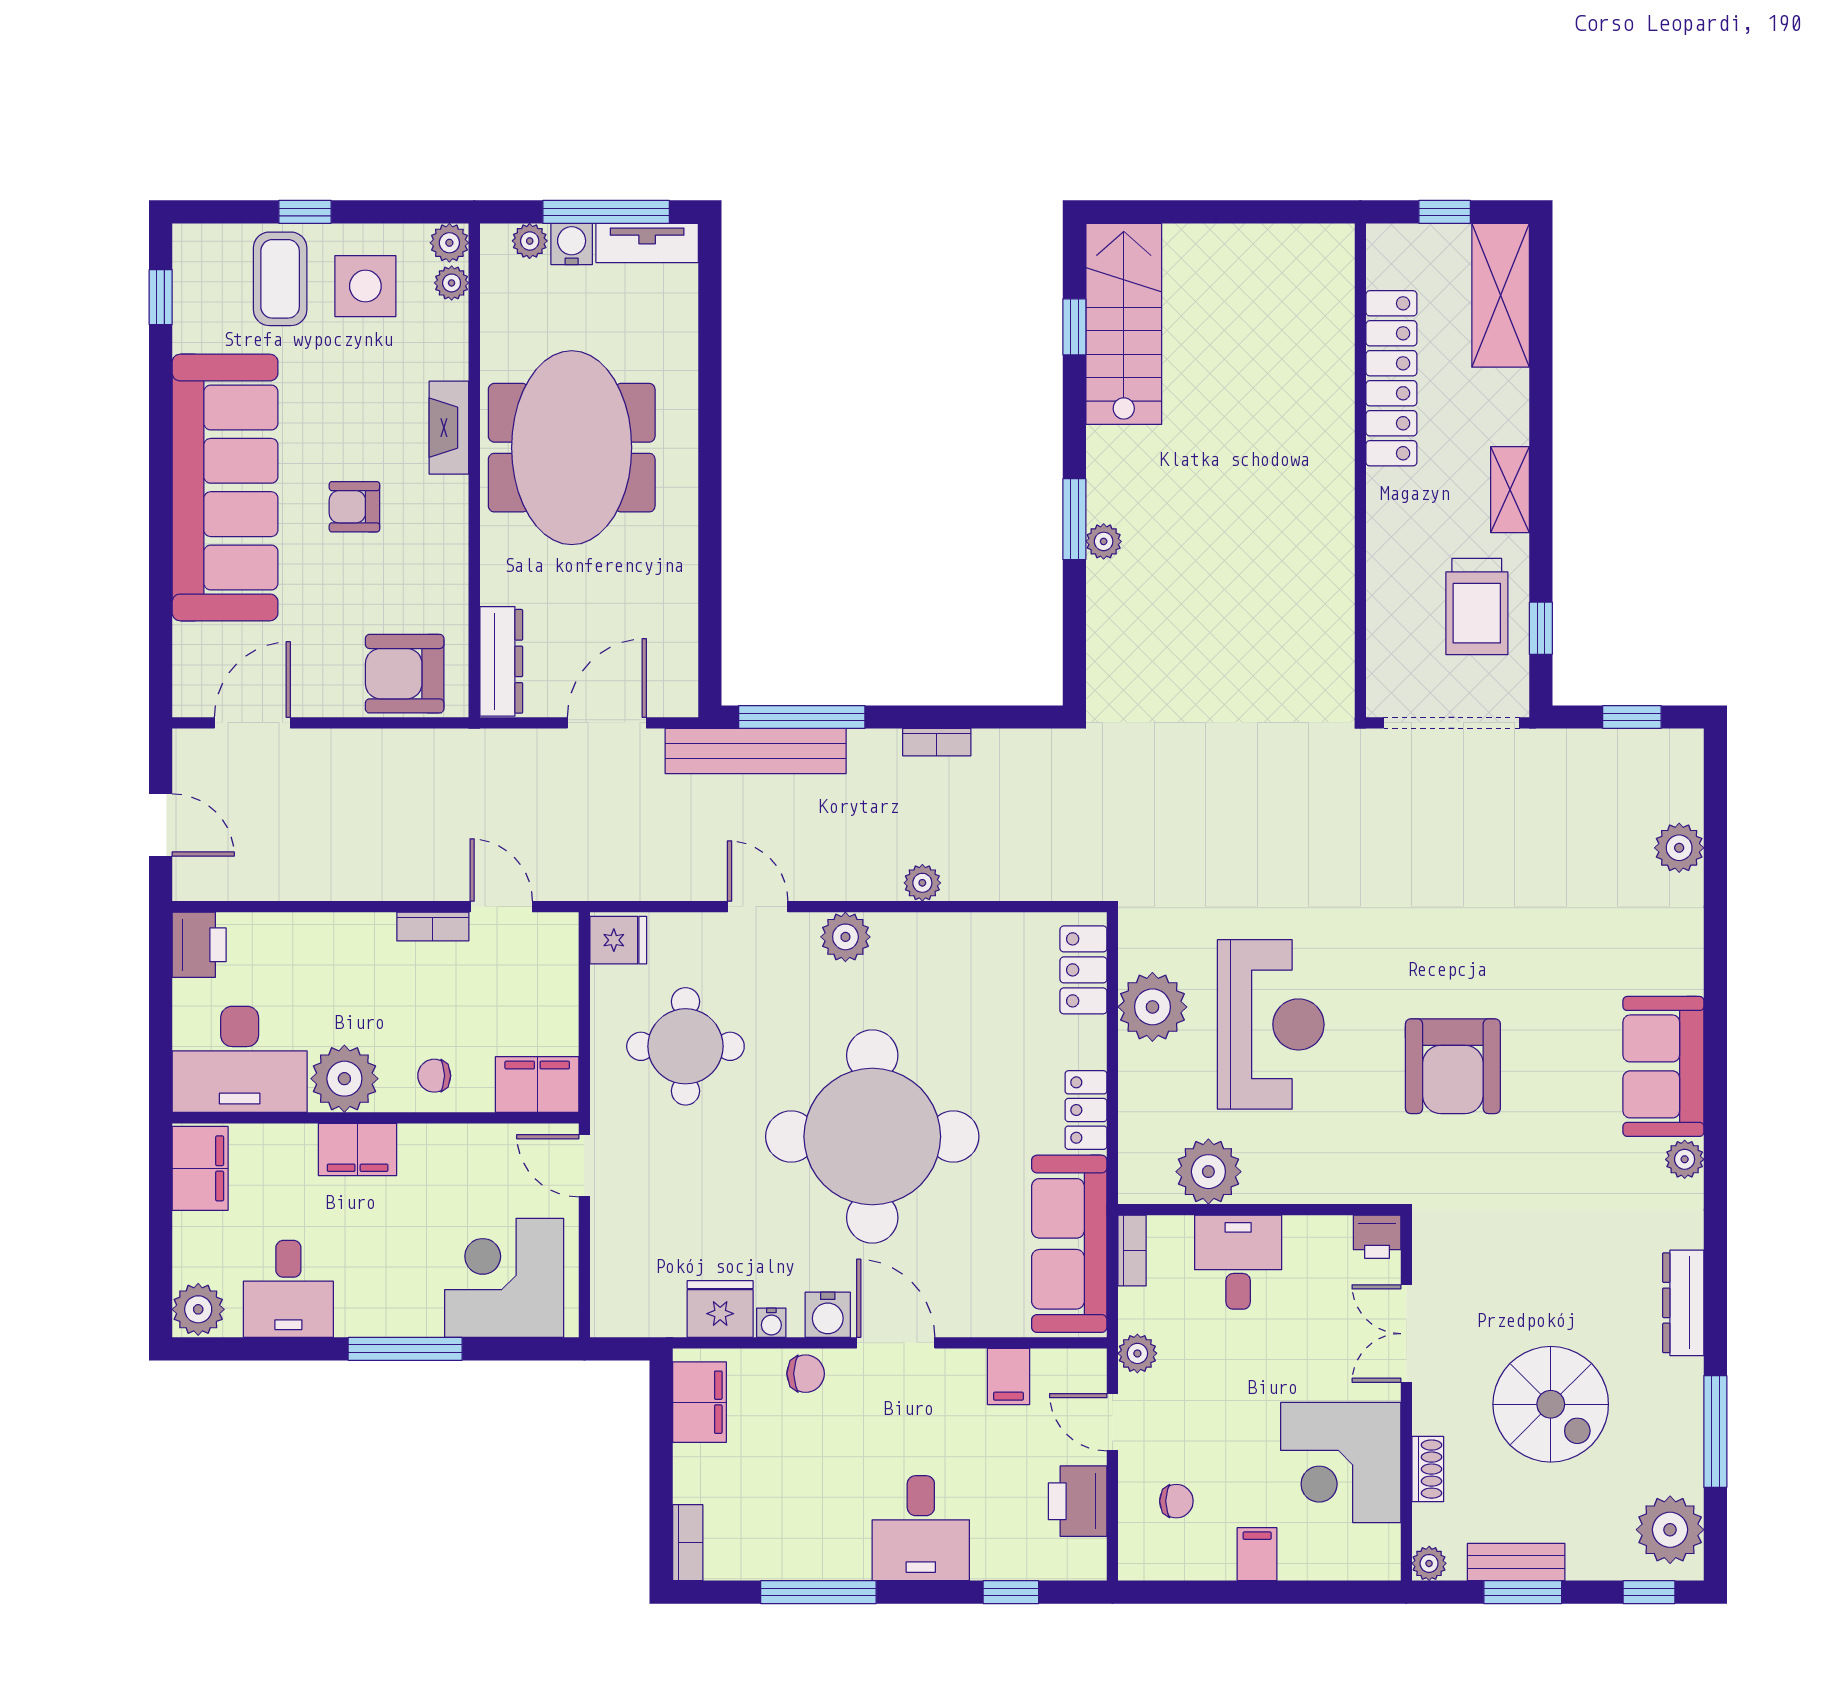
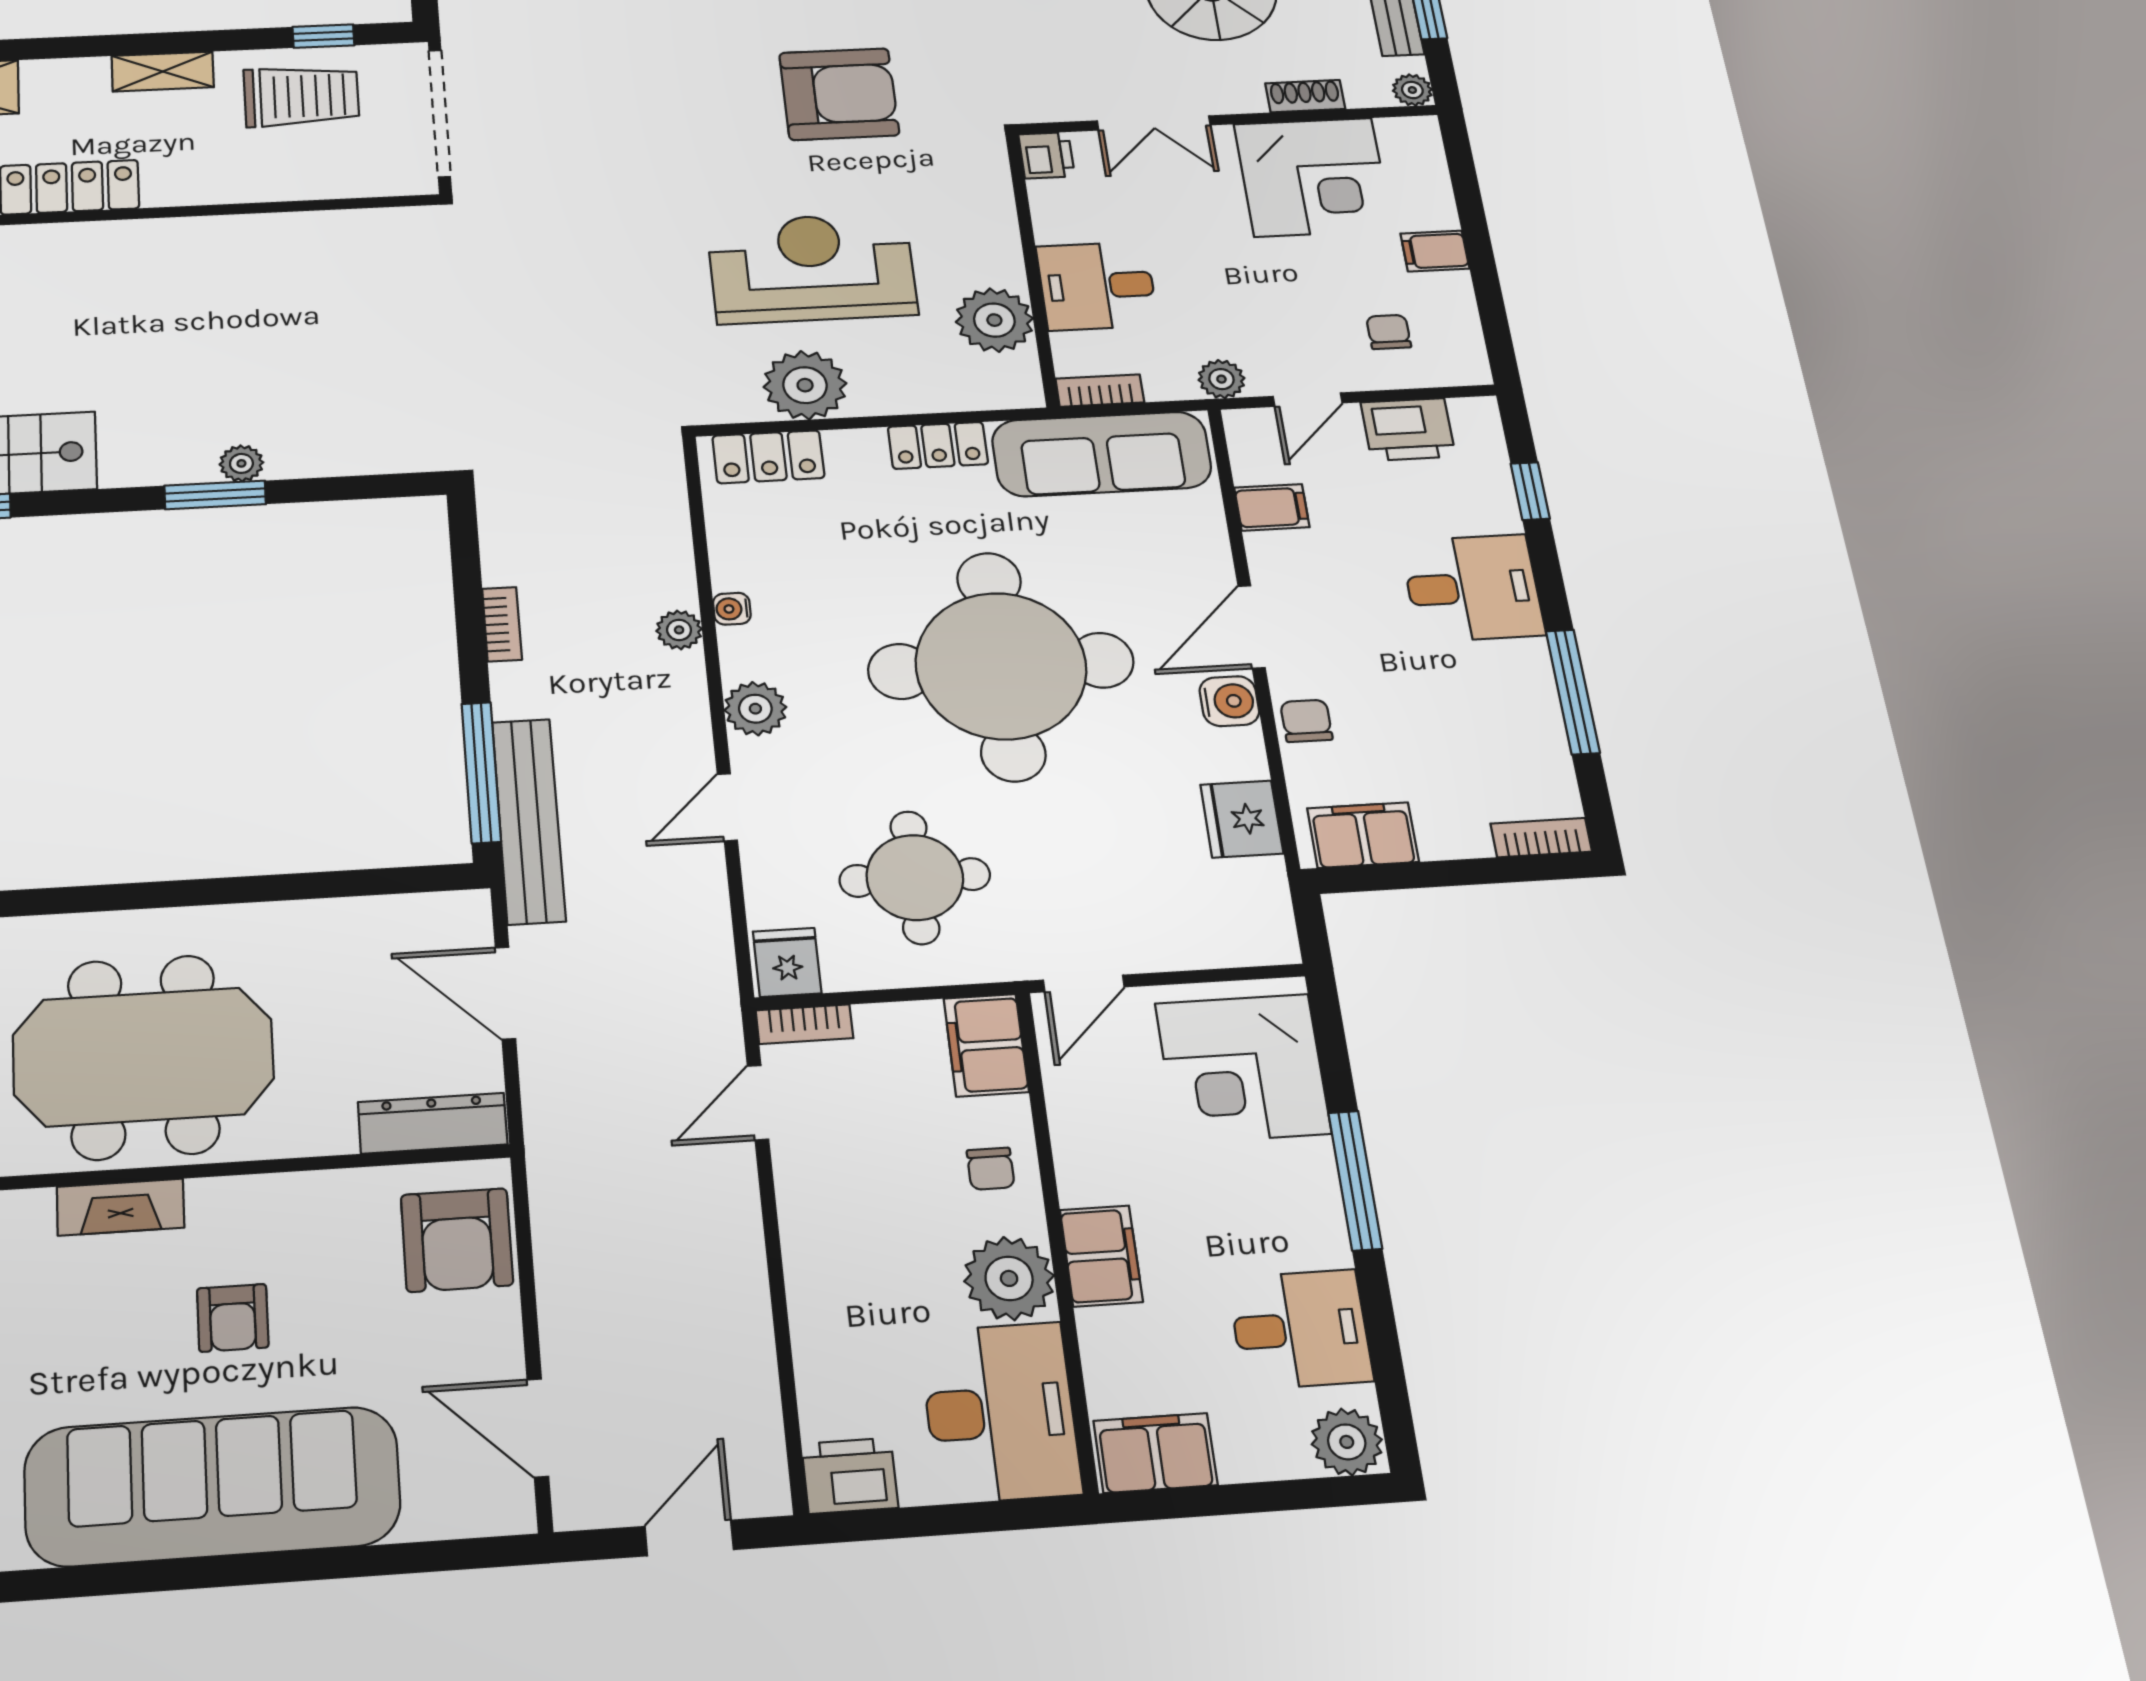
bookcase: (433, 927) -> (804, 1024), moved, turned 90
water cooler: (771, 1323) -> (732, 609), moved, turned 180

